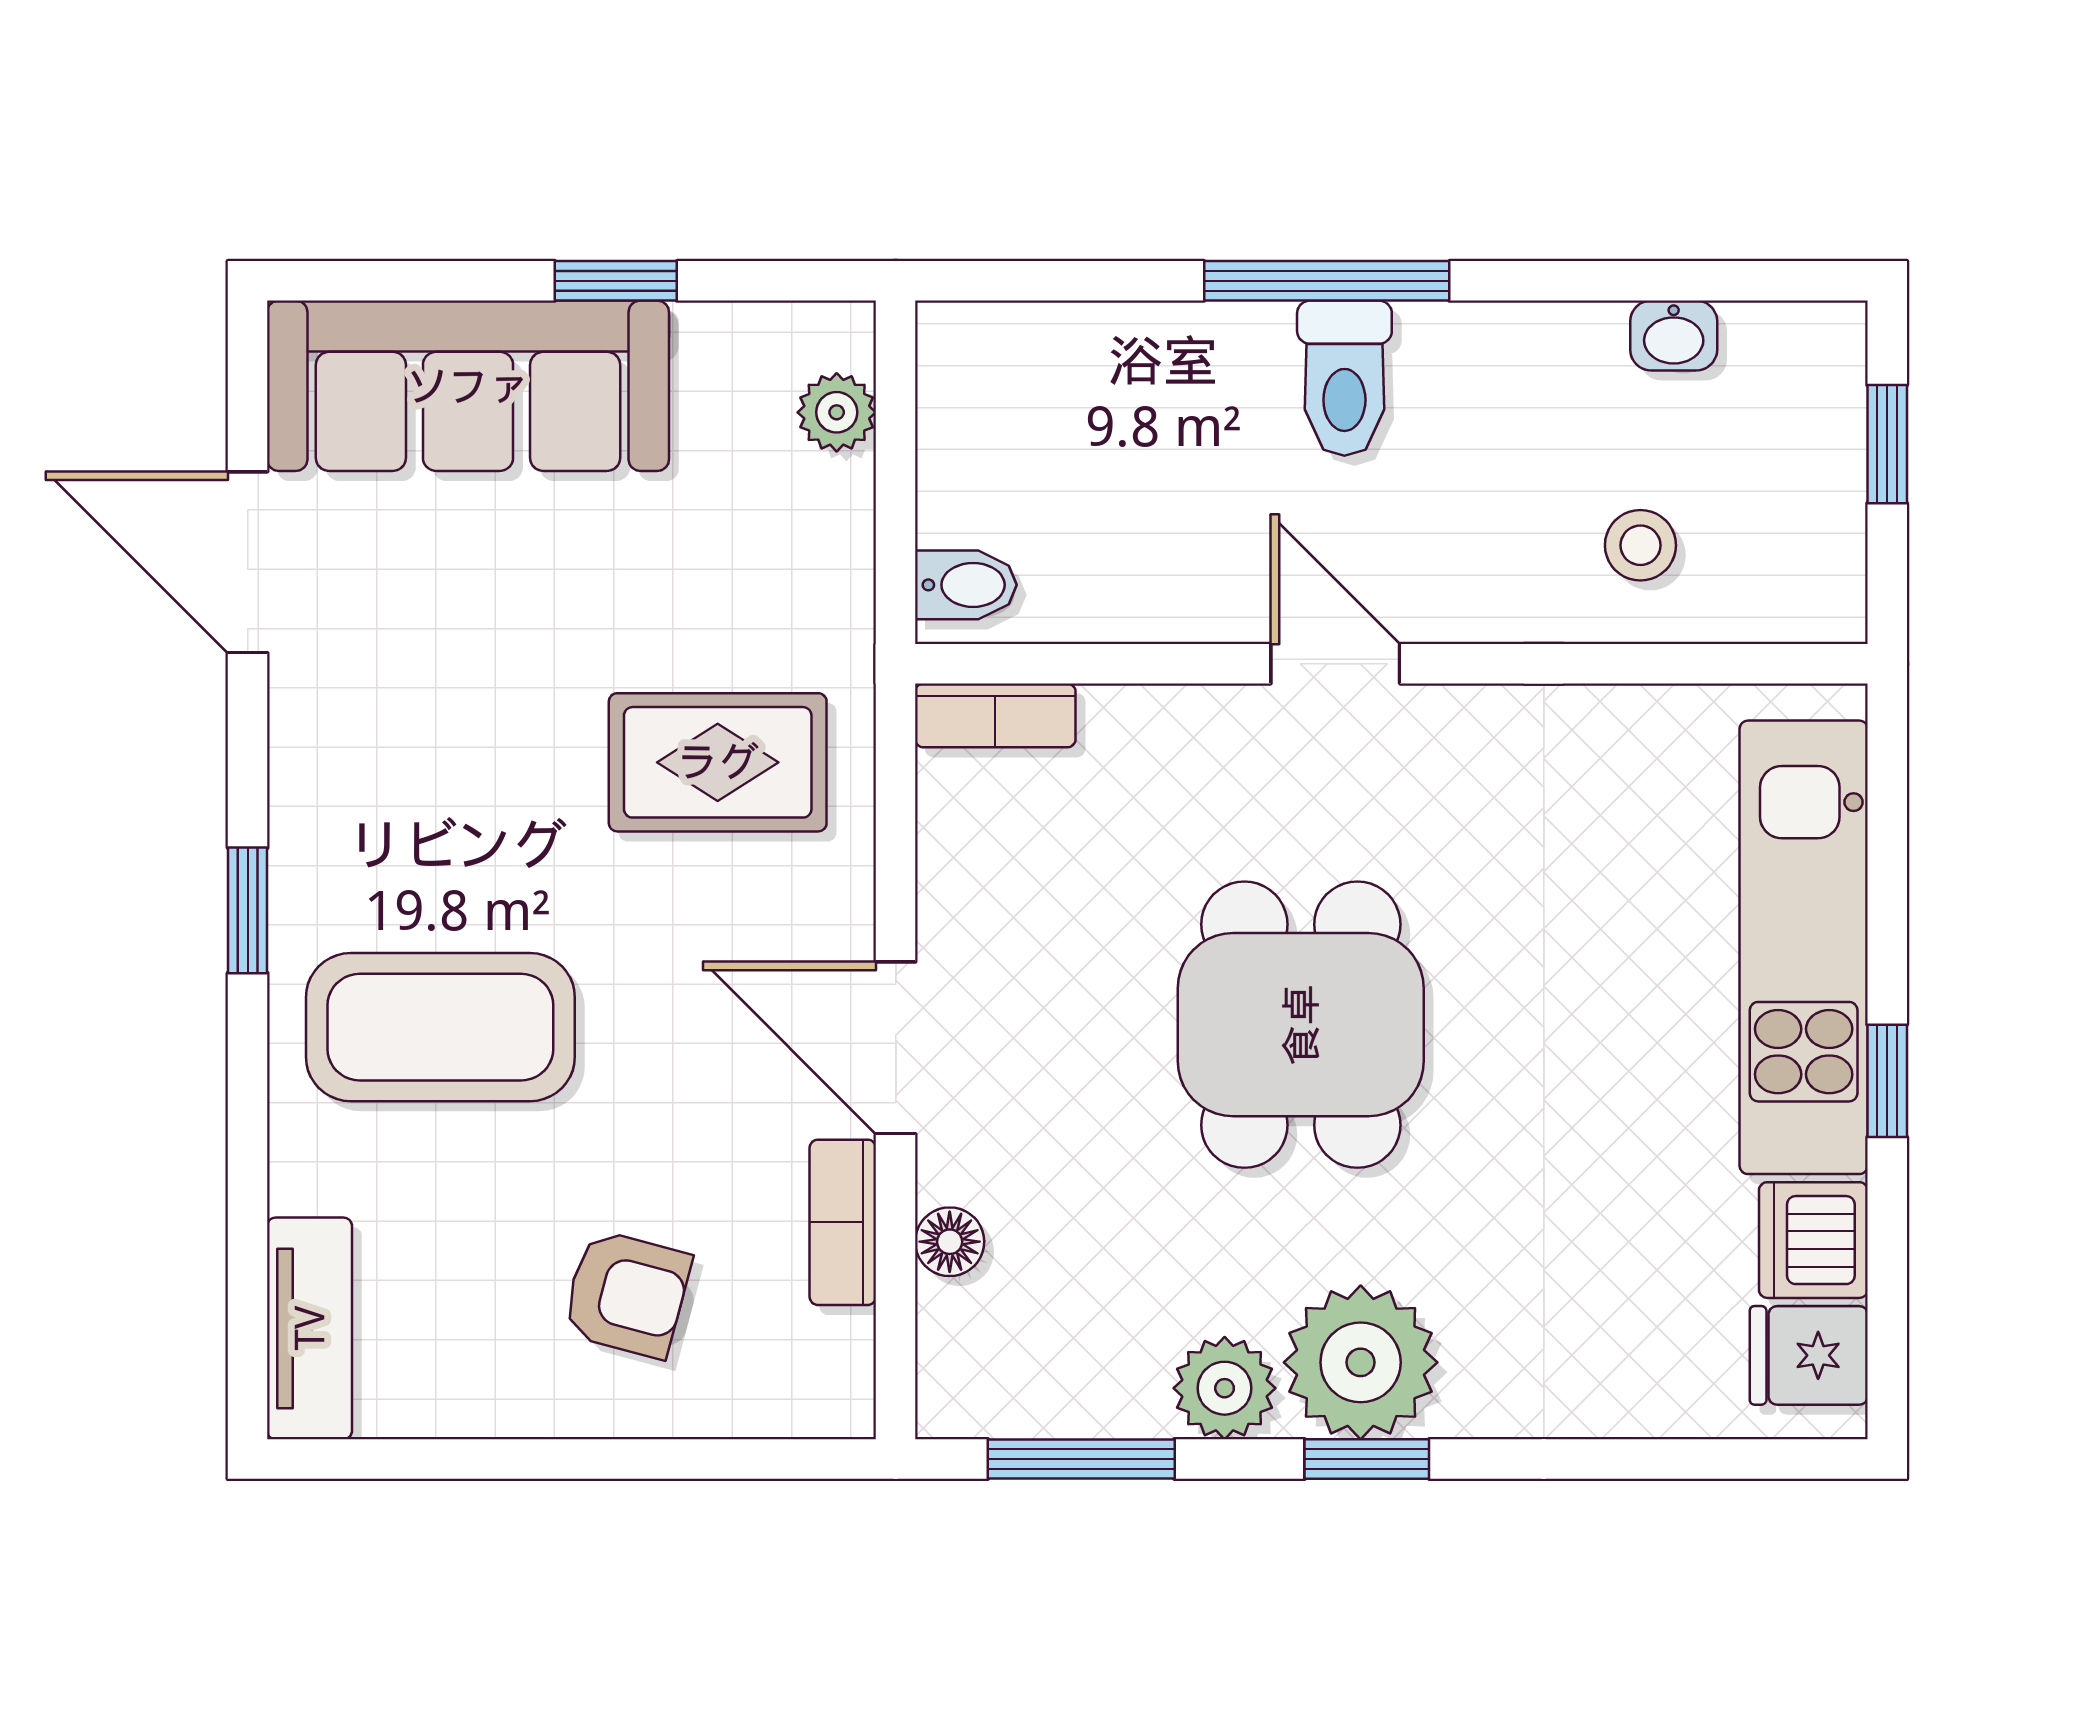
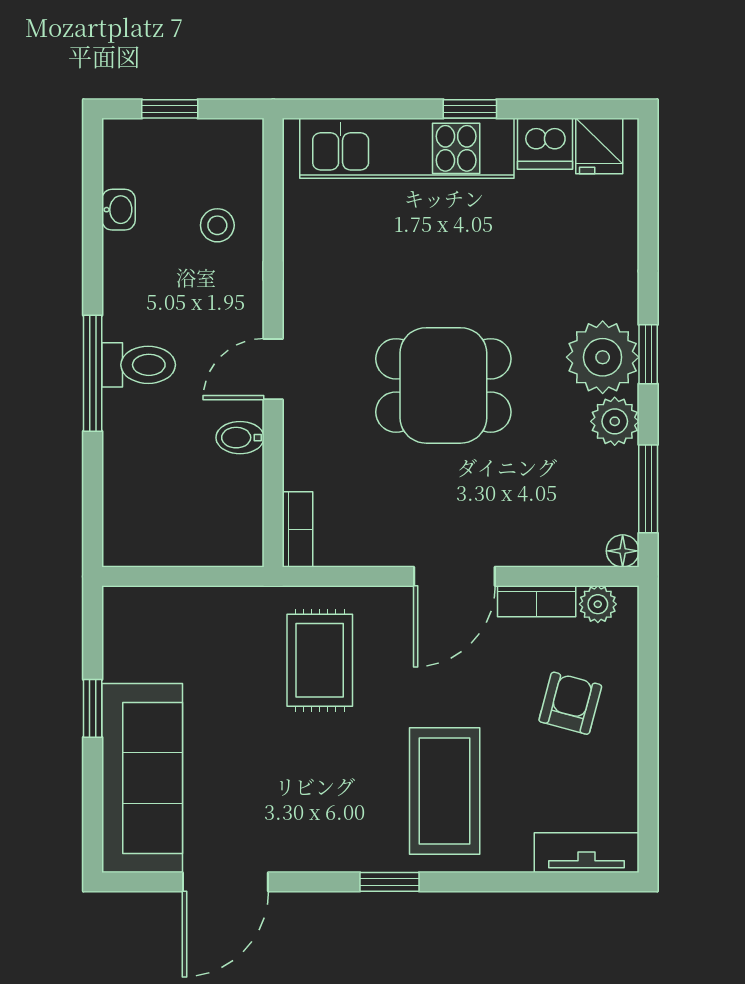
plant: (837, 412) -> (598, 604), moved
bidet: (966, 585) -> (240, 438), moved, turned -90
floor lamp: (950, 1242) -> (623, 551), moved

